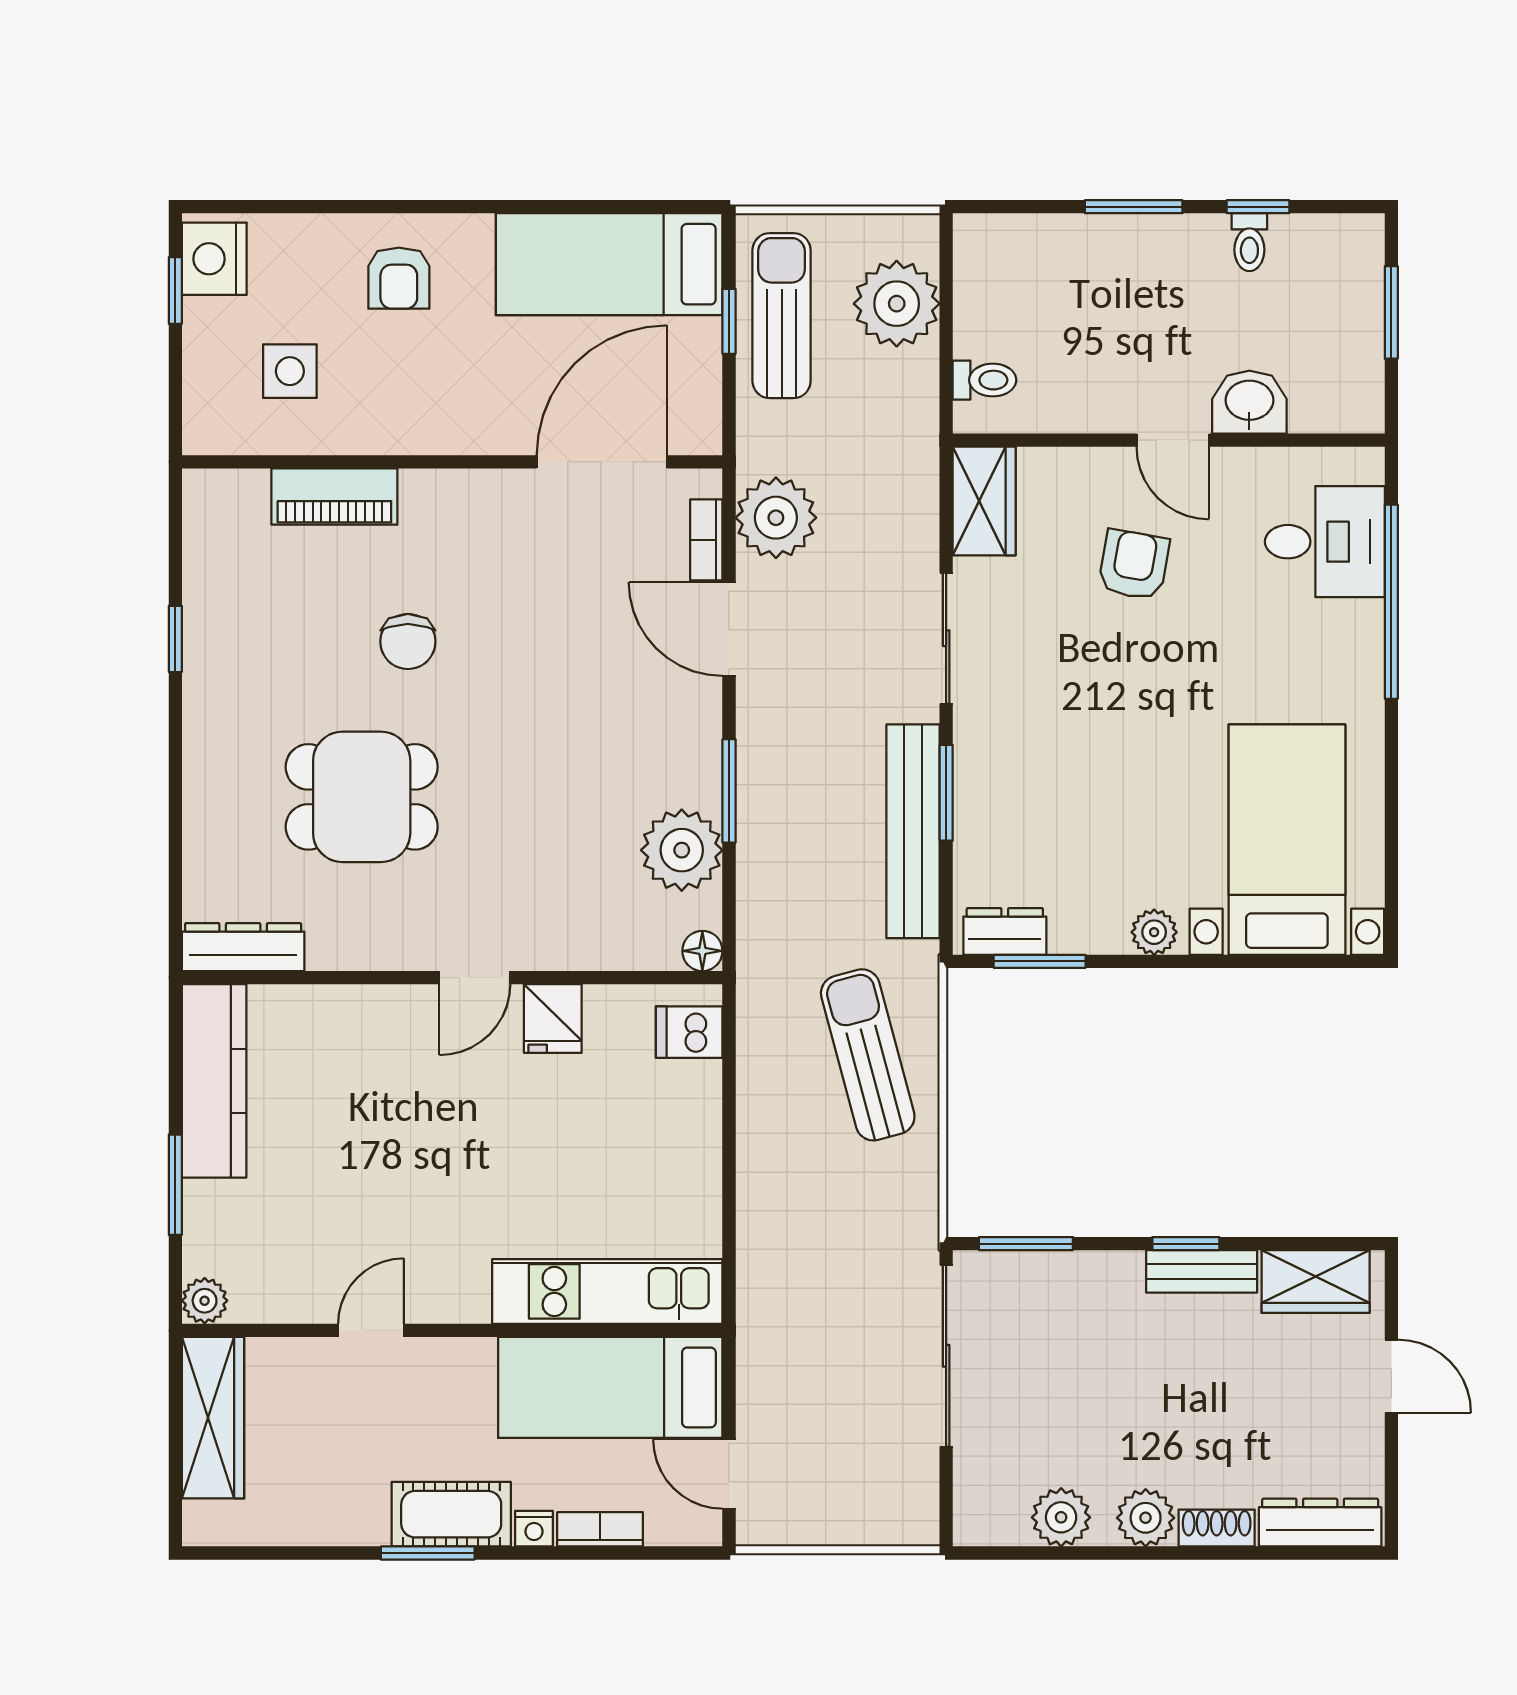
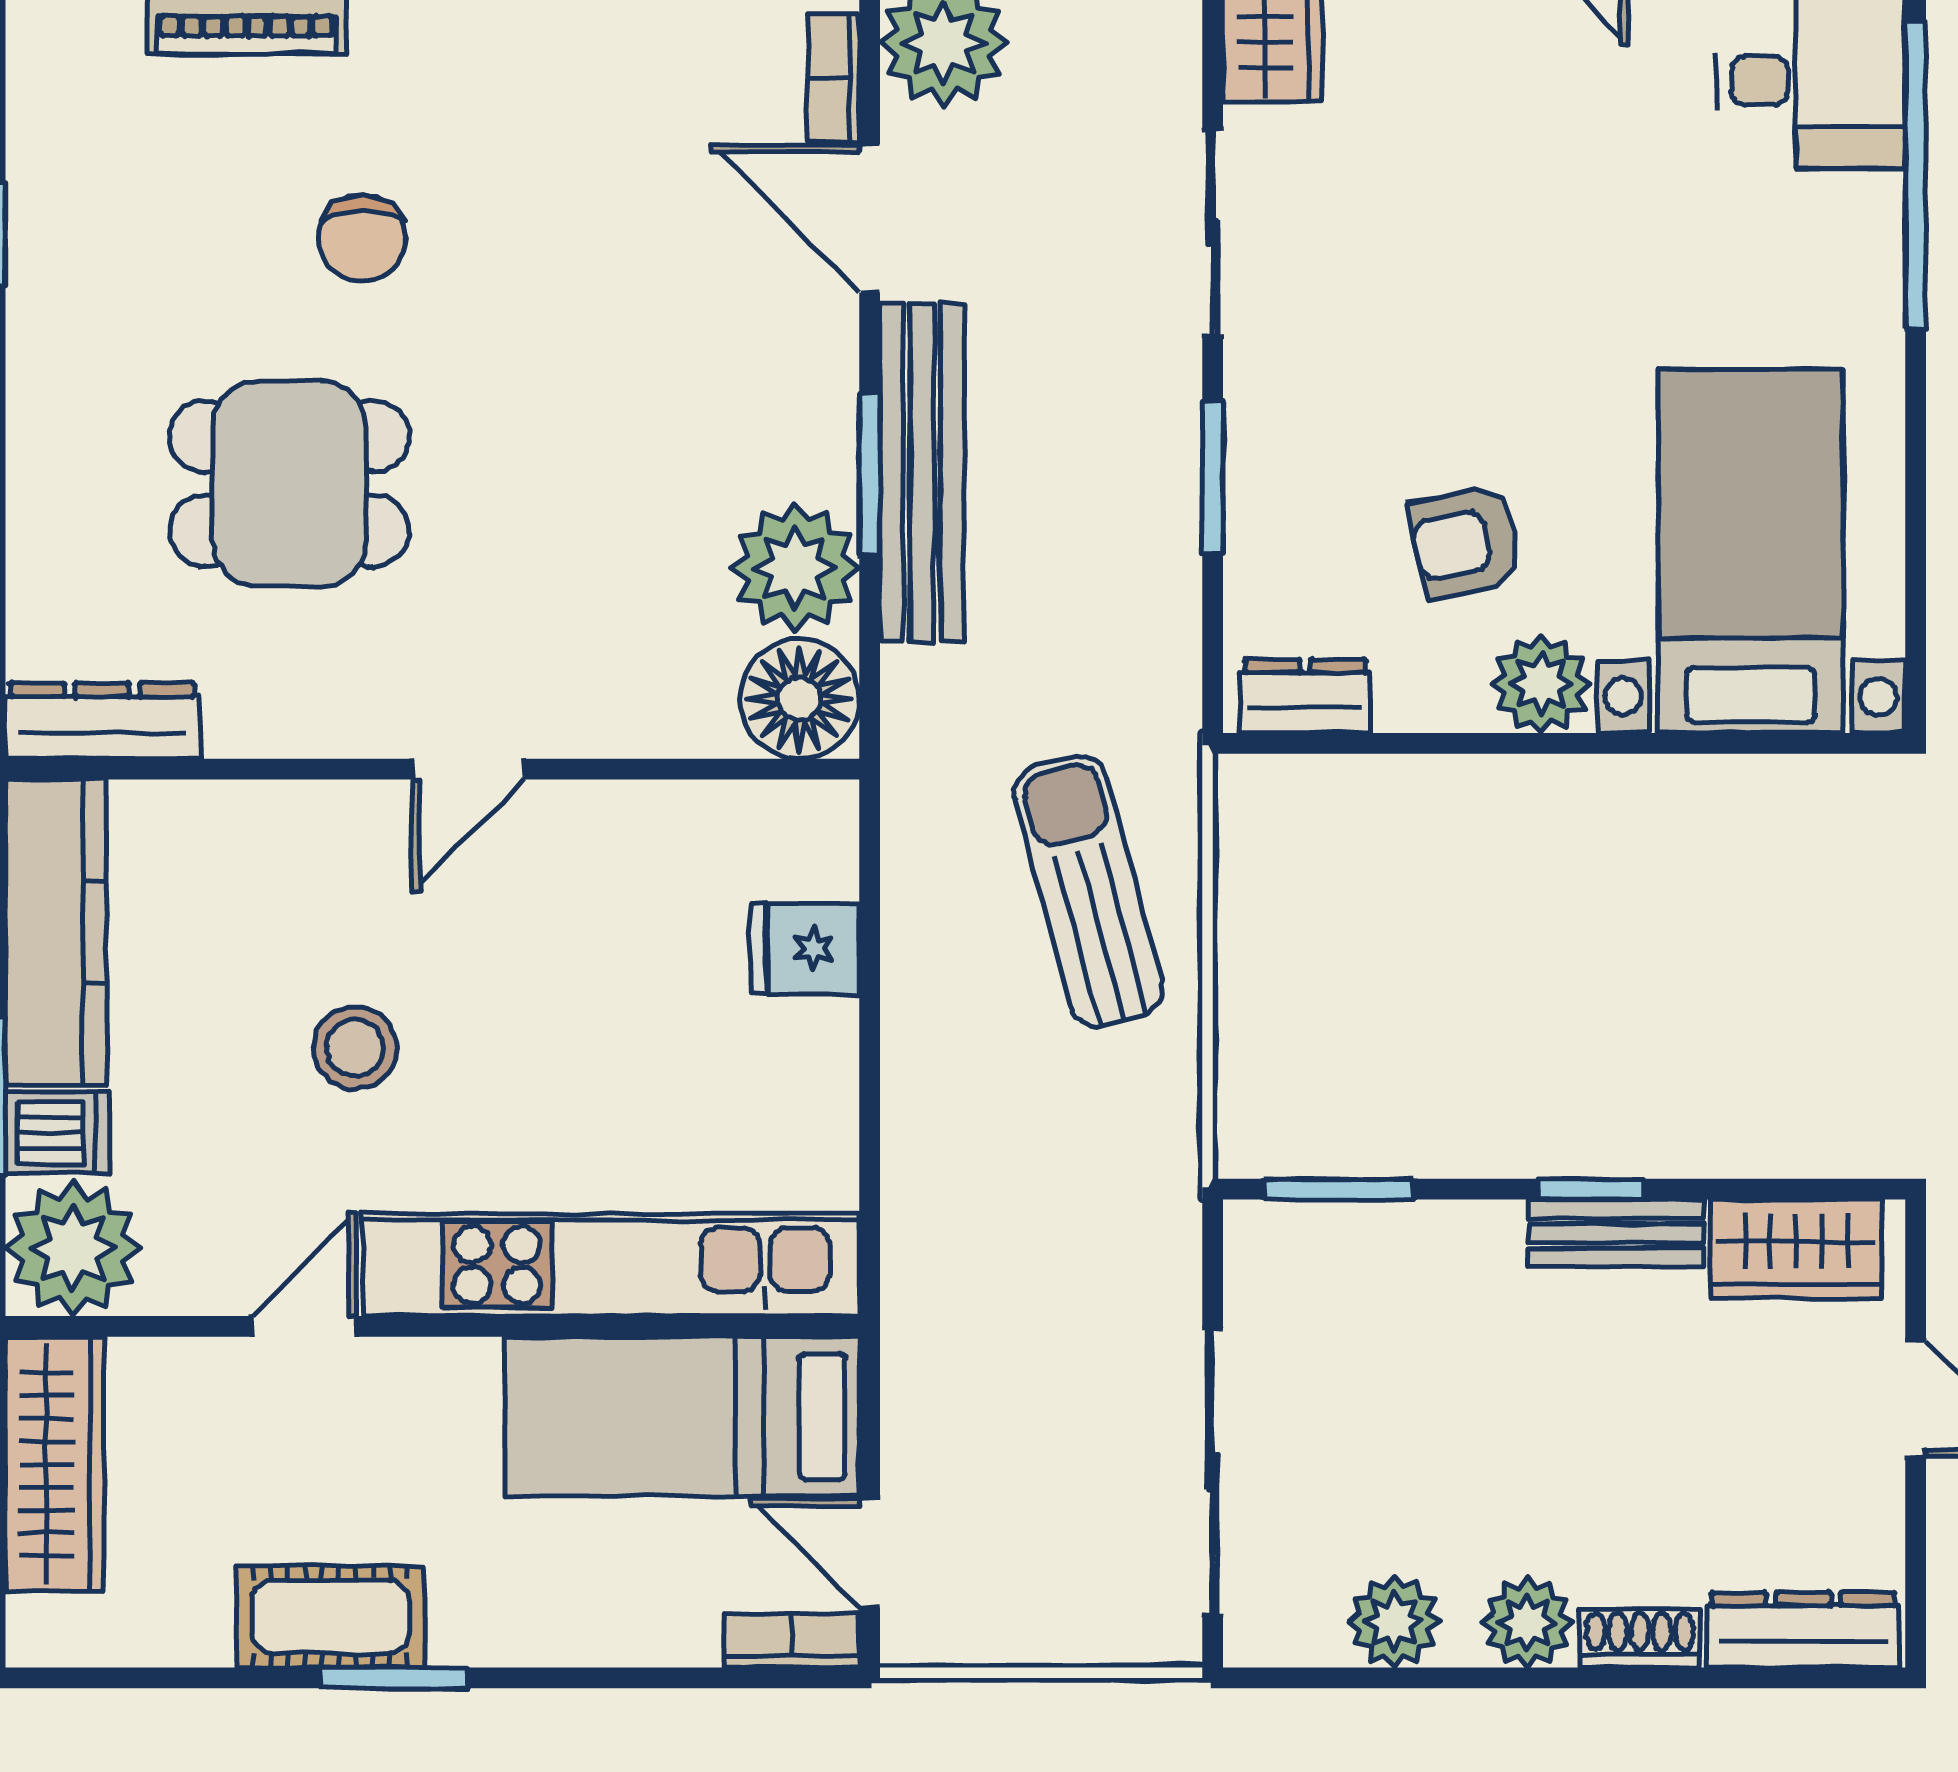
armchair: (1134, 565) -> (1466, 542), moved, turned -112
bench: (913, 831) -> (922, 472), moved
plant: (1154, 932) -> (1541, 684), width x1.38, depth x1.38
floor lamp: (702, 951) -> (799, 699), width x1.89, depth x1.89
window: (1040, 961) -> (1360, 743), removed
fridge: (553, 1019) -> (805, 948), moved, turned 90
dishwasher: (689, 1032) -> (58, 1133), moved, turned 180
stool: (403, 1154) -> (355, 1048), added
kitchen unit: (607, 1291) -> (611, 1265), width x1.36
plant: (205, 1301) -> (73, 1248), width x1.88, depth x1.88
sliding door: (946, 1356) -> (1213, 1472), moved
cot: (451, 1514) -> (331, 1617), moved
nightstand: (534, 1529) -> (562, 1639), removed
bookcase: (600, 1529) -> (792, 1641), moved

